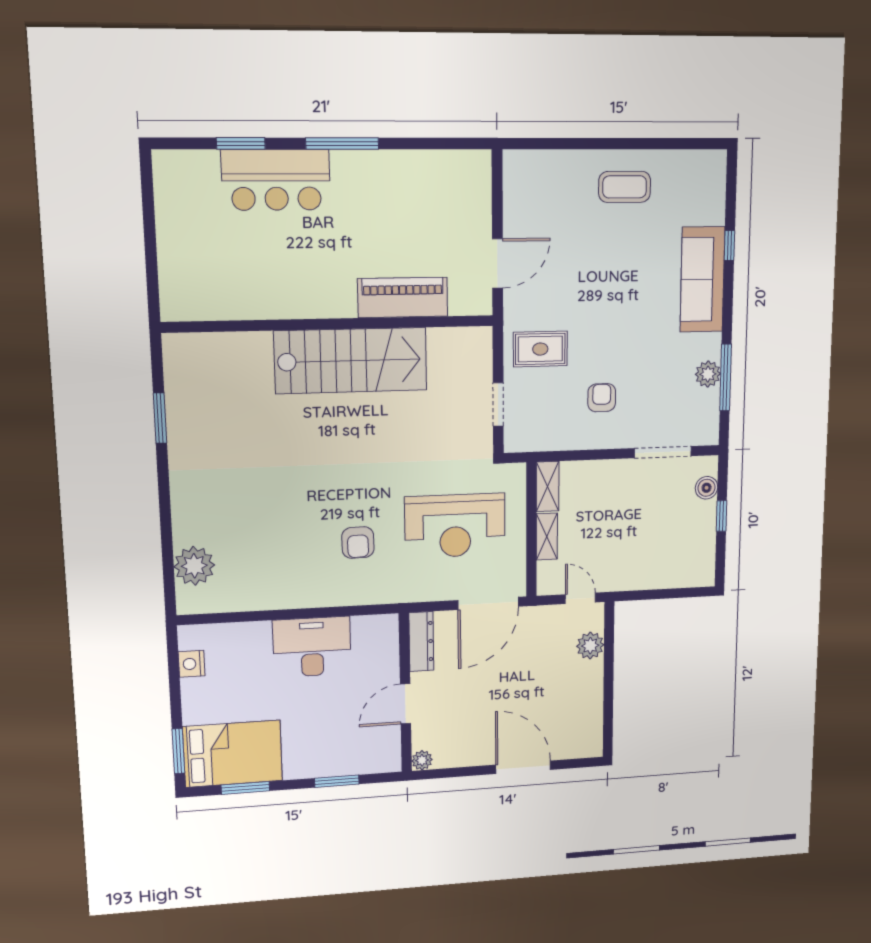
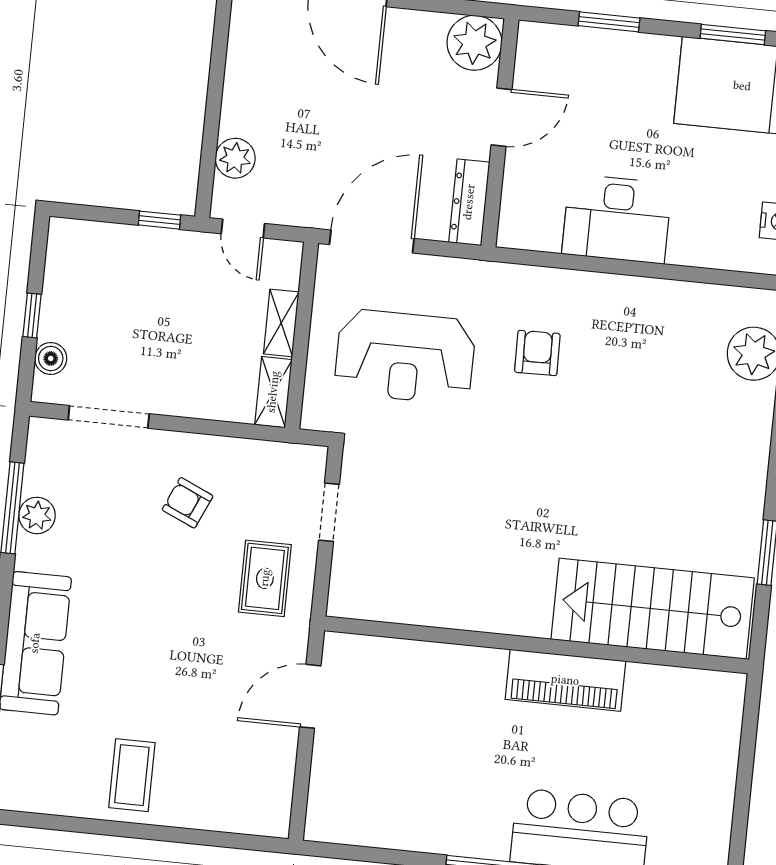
coffee table: (625, 187) -> (132, 775), turned 90
piano: (403, 297) -> (565, 680), moved
rug: (540, 349) -> (265, 578), turned 90
stairs: (351, 361) -> (653, 609), moved
armchair: (602, 398) -> (188, 503), turned 114
reception desk: (455, 526) -> (405, 357), turned 180
window: (639, 595) -> (159, 220), added
plant: (422, 760) -> (474, 43), width x1.87, depth x1.87

